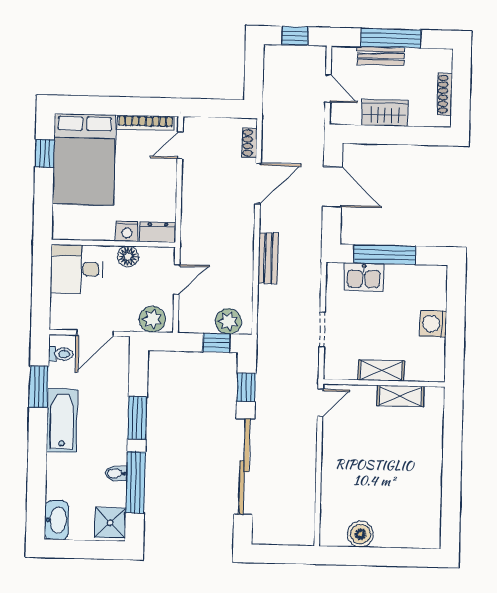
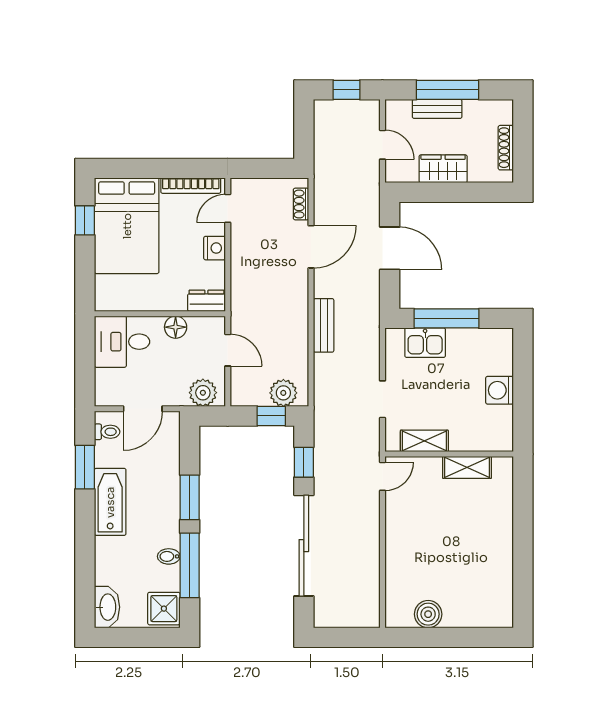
nightstand: (127, 231) -> (215, 248), moved, turned -90
door: (177, 279) -> (228, 350), hinge flipped
shelving: (381, 371) -> (424, 441), moved

